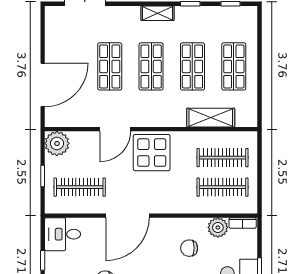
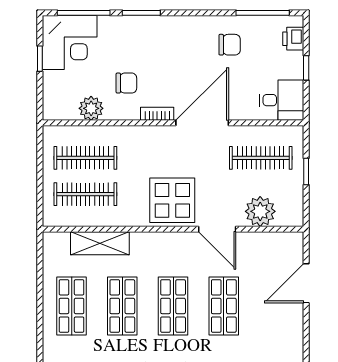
door: (43, 85) -> (306, 283), width x0.73
door: (115, 129) -> (217, 229), swing flipped
plant: (57, 143) -> (260, 211), moved
bookcase: (243, 223) -> (157, 114), moved

